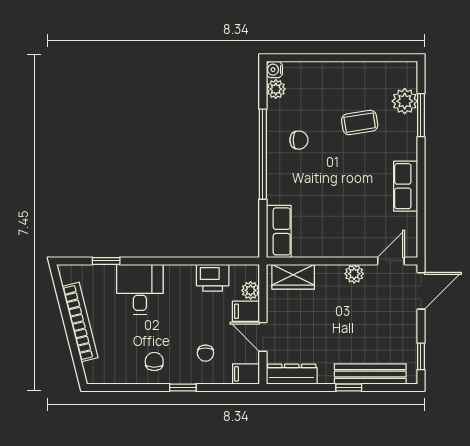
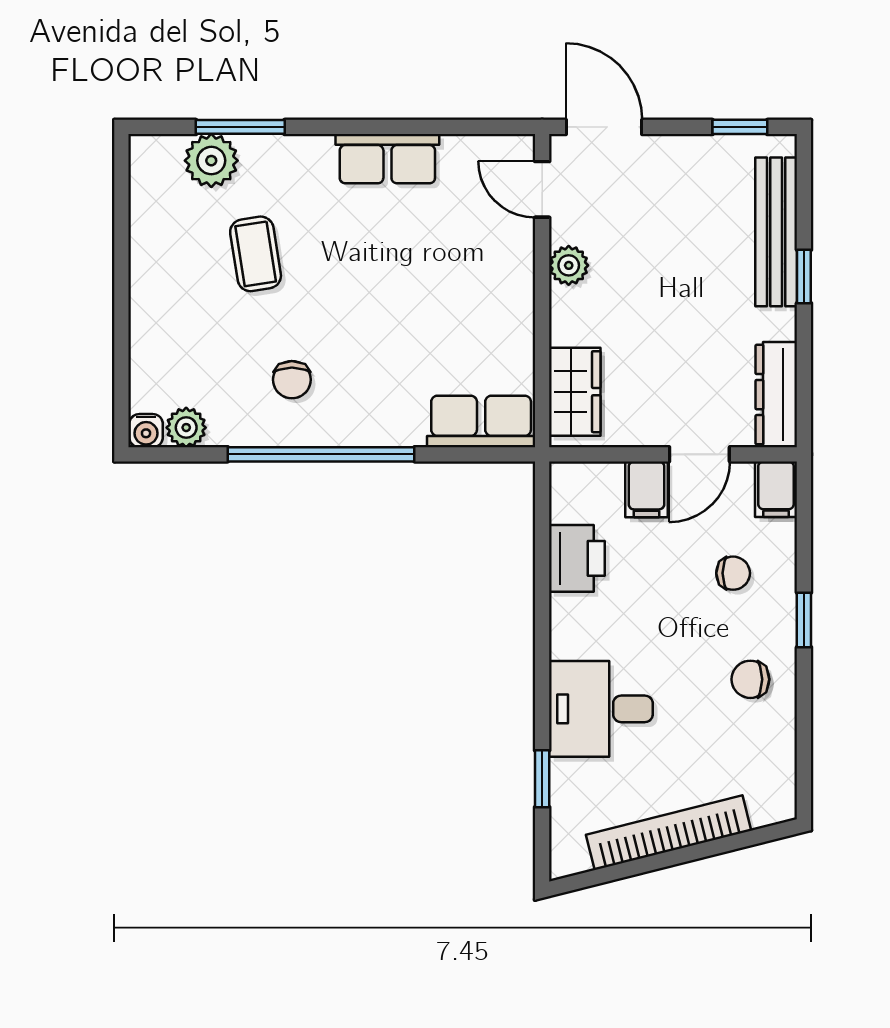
chair: (299, 140) -> (292, 380), turned 180
plant: (251, 290) -> (603, 480), removed

